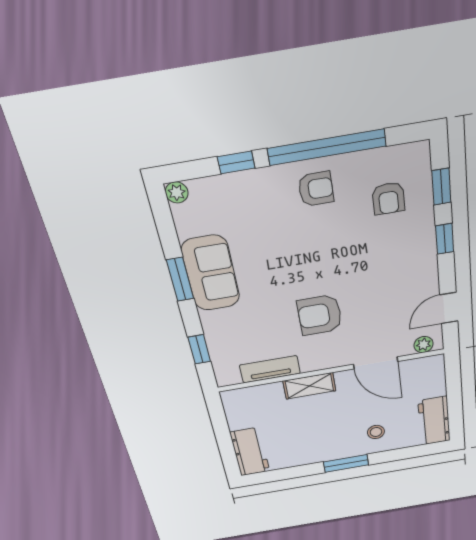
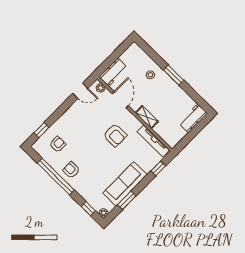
window: (236, 162) -> (88, 209), moved
window: (445, 239) -> (57, 114), removed
sofa: (211, 273) -> (125, 184), width x1.36
window: (180, 279) -> (127, 200), moved
tv unit: (270, 369) -> (153, 141), width x1.41
workbench: (434, 421) -> (113, 72), moved

